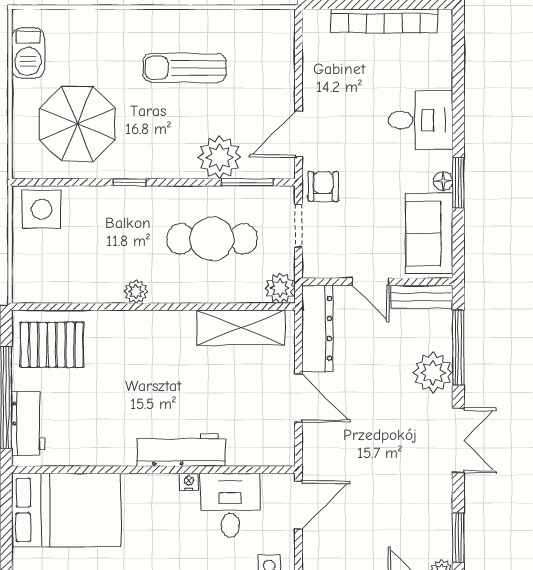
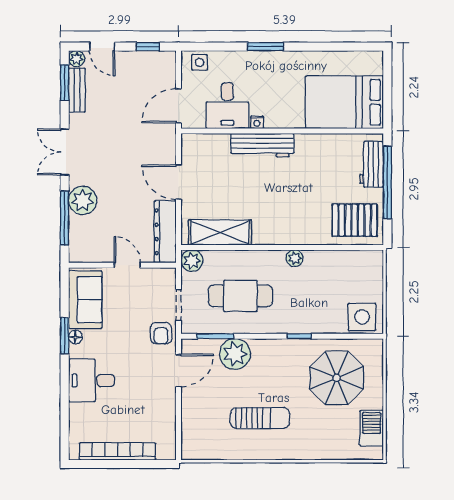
bench: (422, 297) -> (77, 90), moved, turned 90

